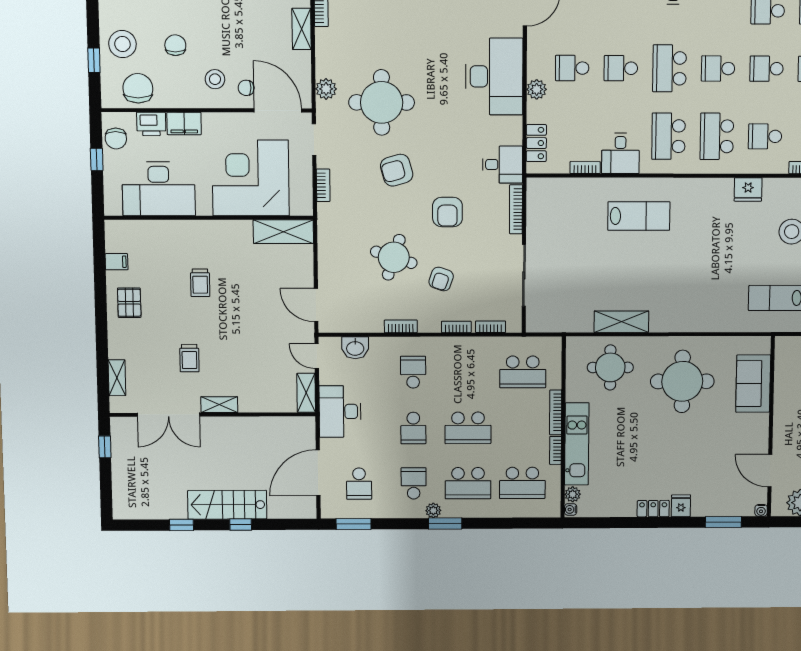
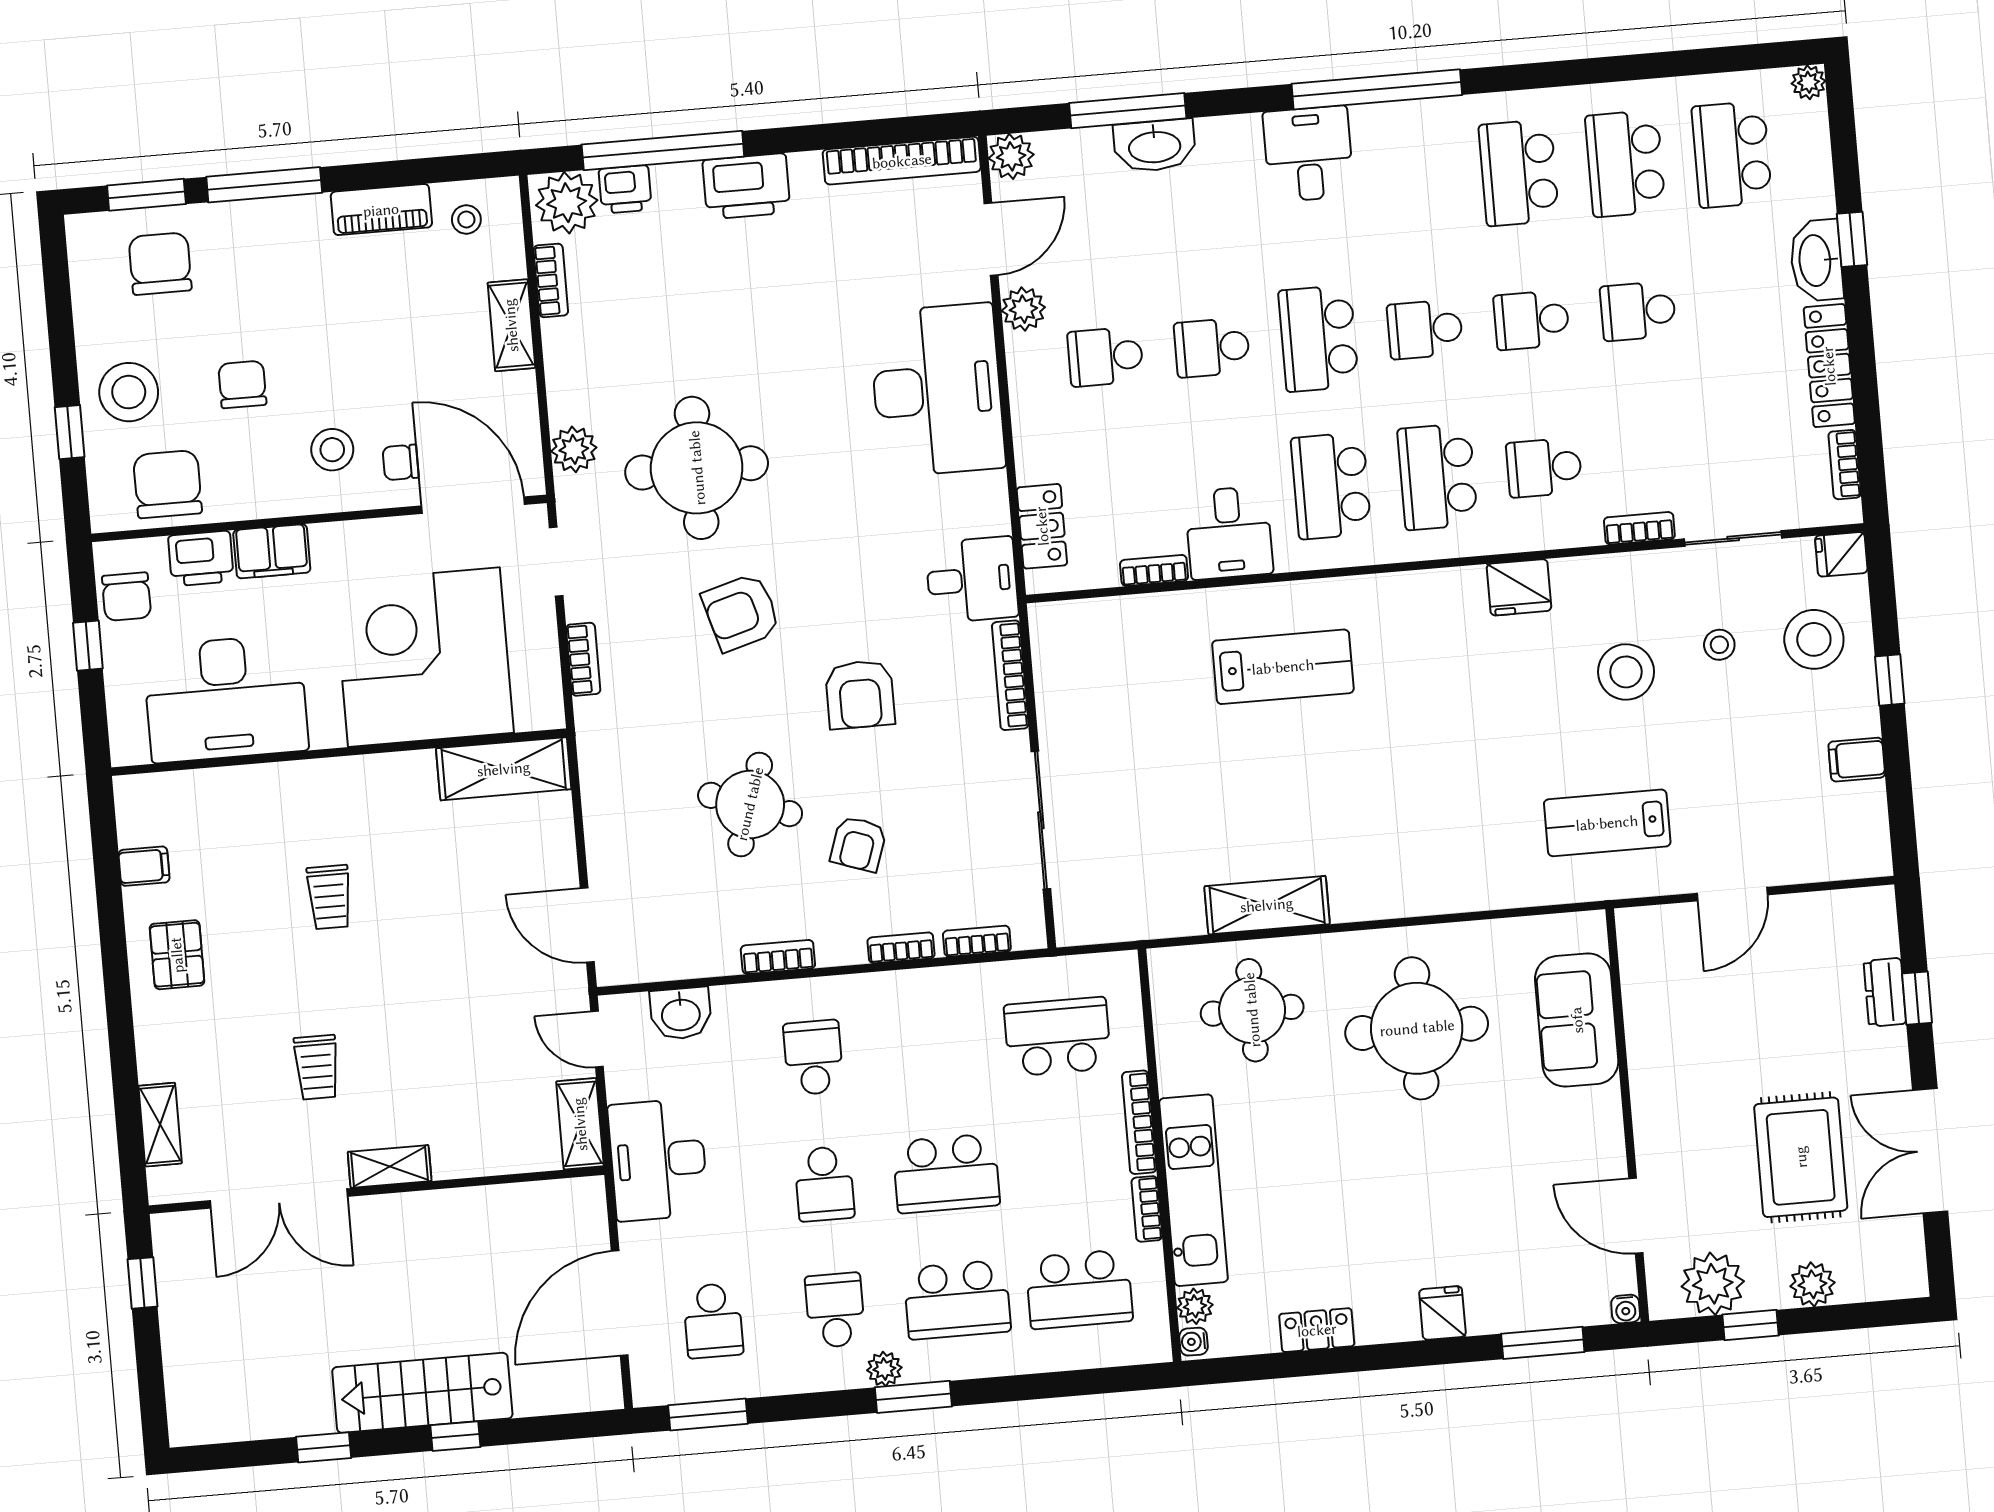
plant: (537, 89) -> (1023, 309), moved
school desk: (523, 372) -> (1057, 1037), turned 180
locker: (653, 509) -> (1317, 1330), moved

